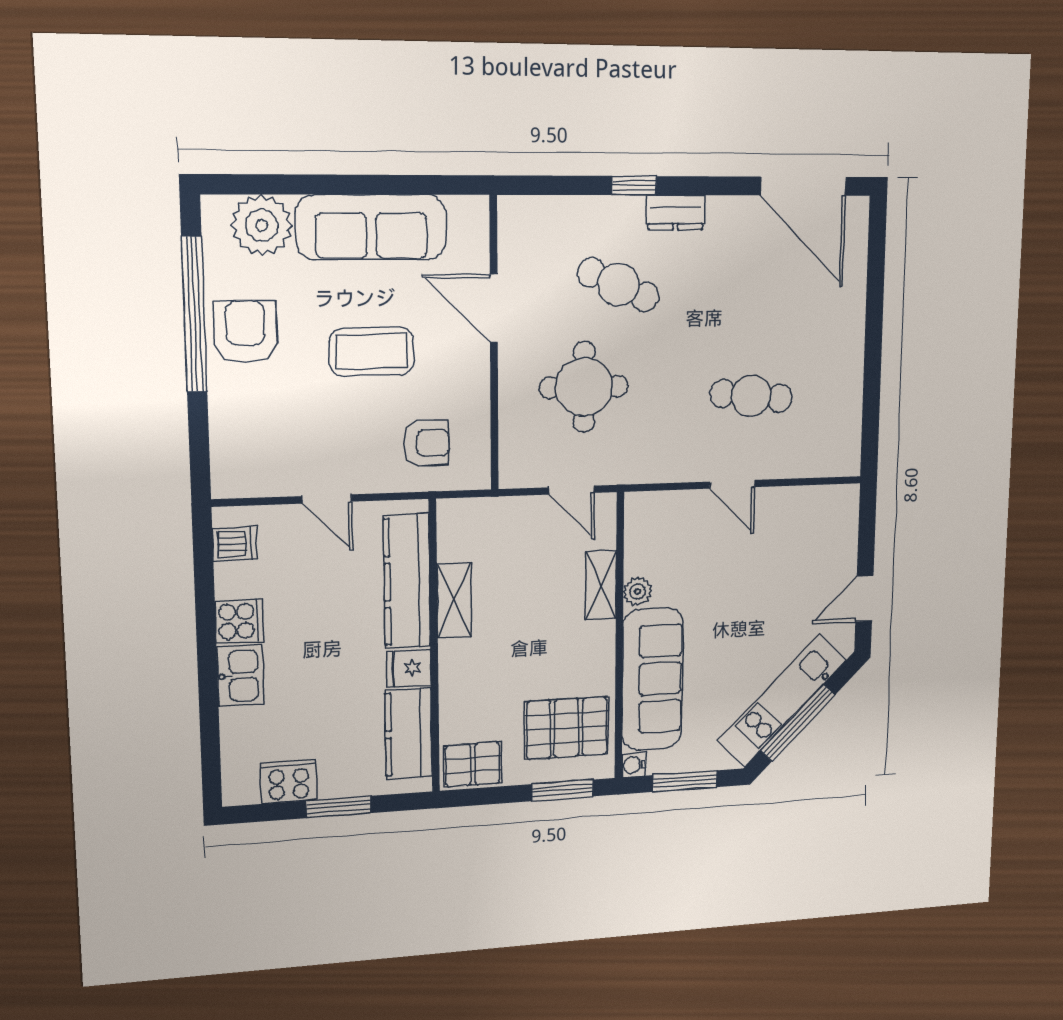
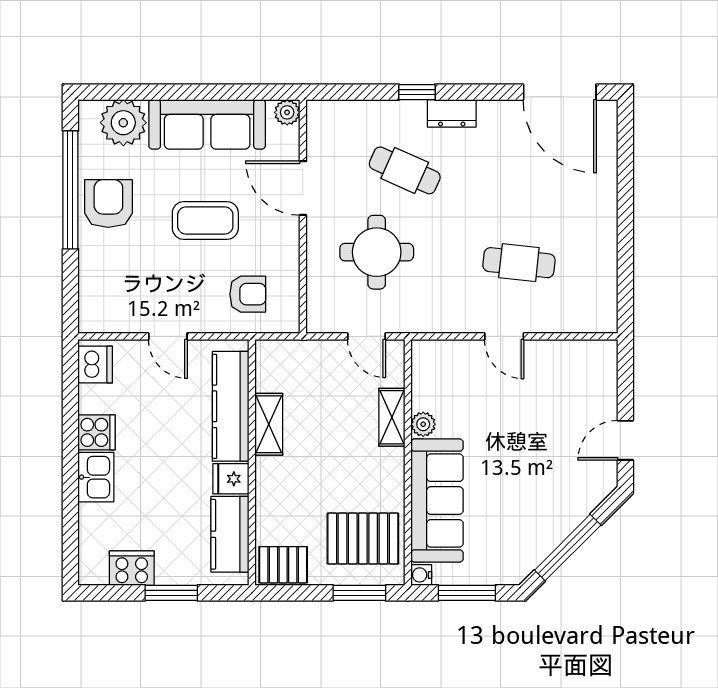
plant: (473, 211) -> (287, 112), added
dishwasher: (235, 544) -> (95, 365), width x1.38
kitchen unit: (782, 700) -> (553, 527), removed

